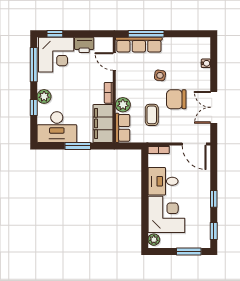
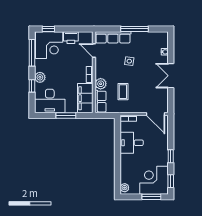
window: (146, 34) -> (135, 29), moved
chair: (176, 99) -> (142, 80), removed
double door: (214, 107) -> (171, 76), moved
corner desk: (166, 214) -> (154, 180), moved, turned -90

